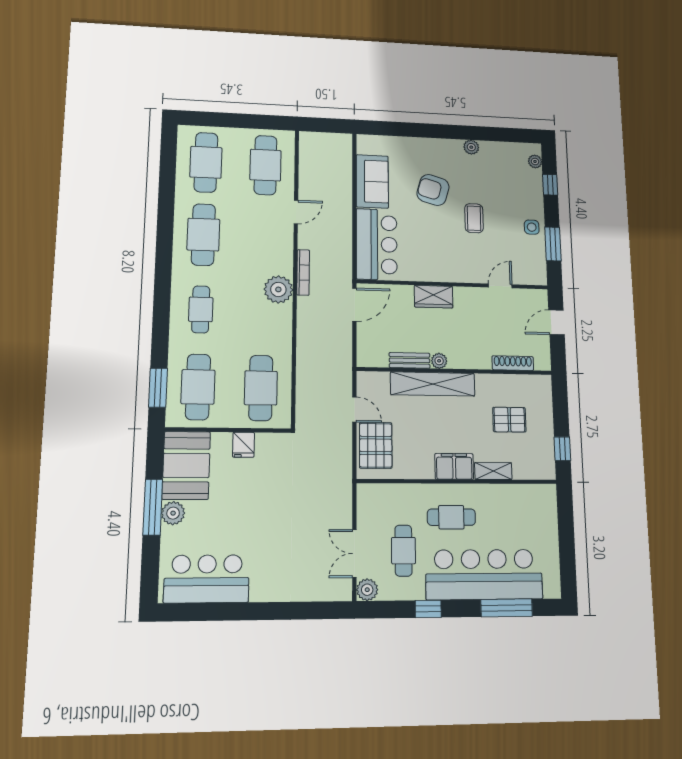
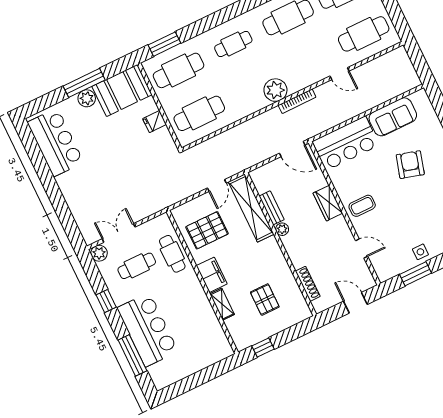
coffee table: (474, 218) -> (362, 206), moved
shelving: (433, 384) -> (251, 208), moved
pallet: (376, 445) -> (207, 230), moved
cafe table: (451, 517) -> (172, 254), moved
bar counter: (484, 574) -> (148, 330), width x0.73

